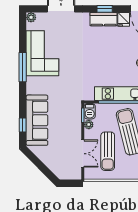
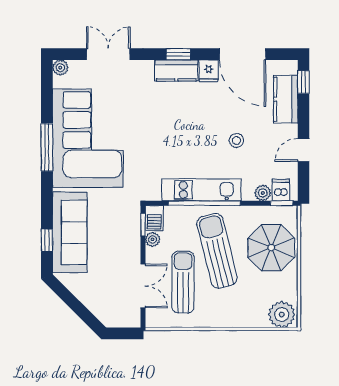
corner sofa: (42, 53) -> (88, 138), width x1.36, depth x1.36
sun lounger: (108, 151) -> (183, 282), turned 180

